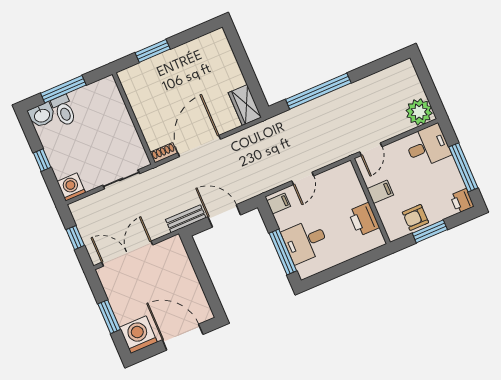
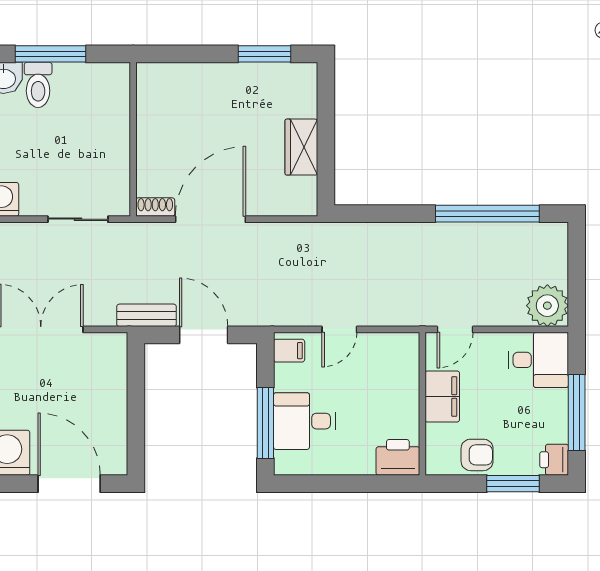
window: (153, 51) -> (264, 54), moved
window: (318, 91) -> (487, 214), moved
wardrobe: (245, 105) -> (301, 147), moved
filing cabinet: (380, 192) -> (442, 396), width x2.00
armchair: (415, 217) -> (477, 455), turned 180
printer: (364, 219) -> (398, 457), moved, turned 90
window: (430, 231) -> (513, 484), moved

